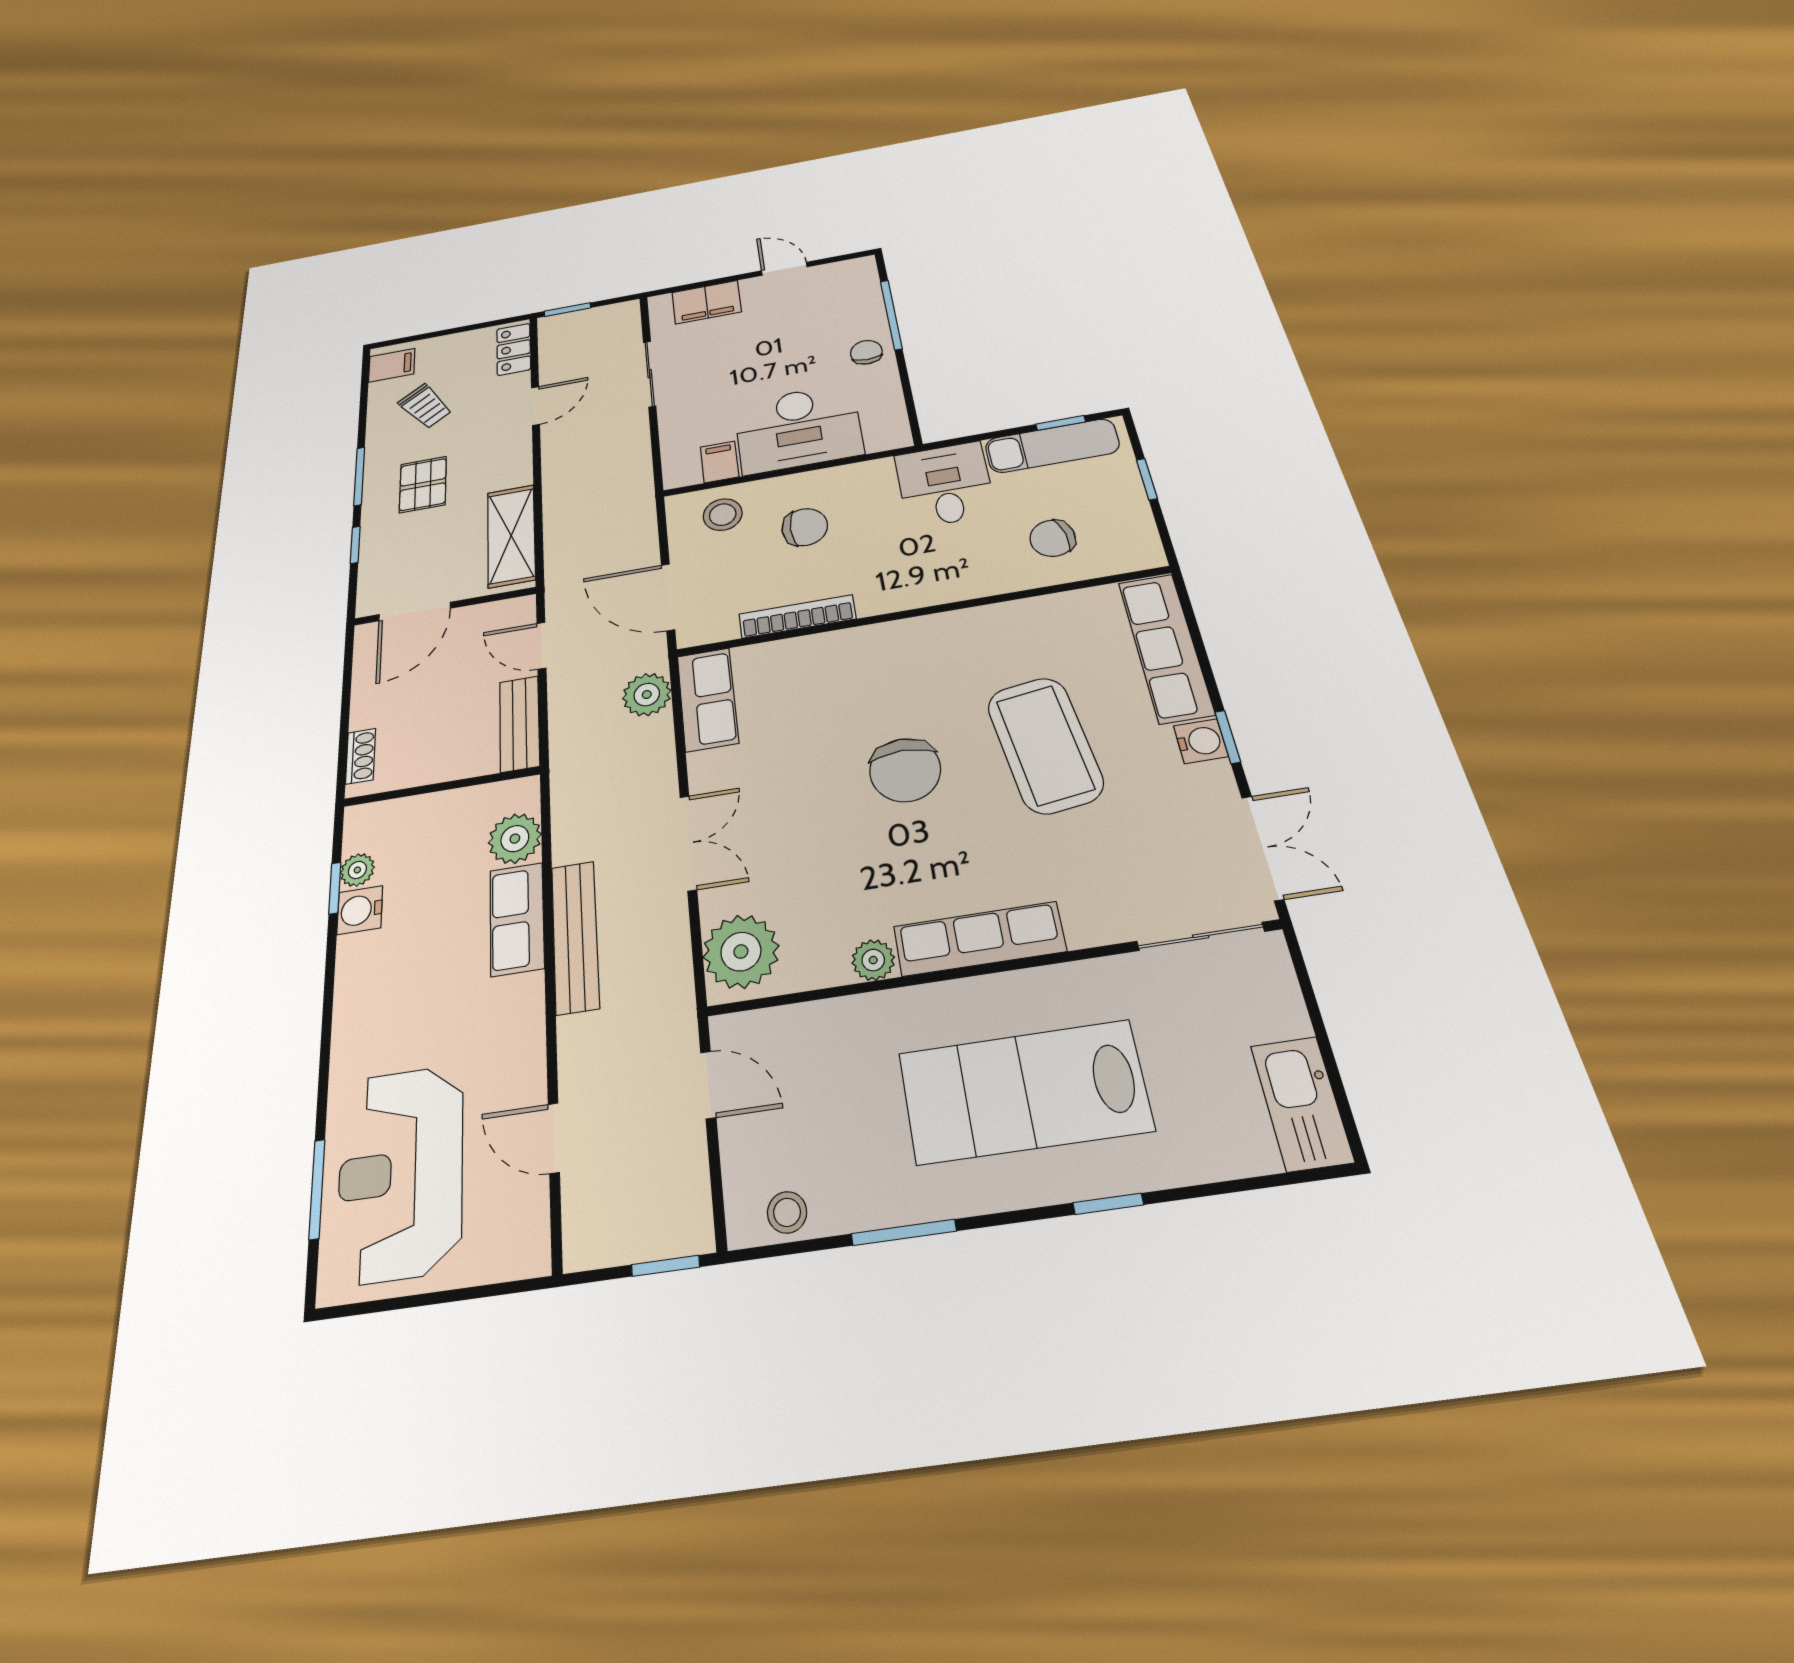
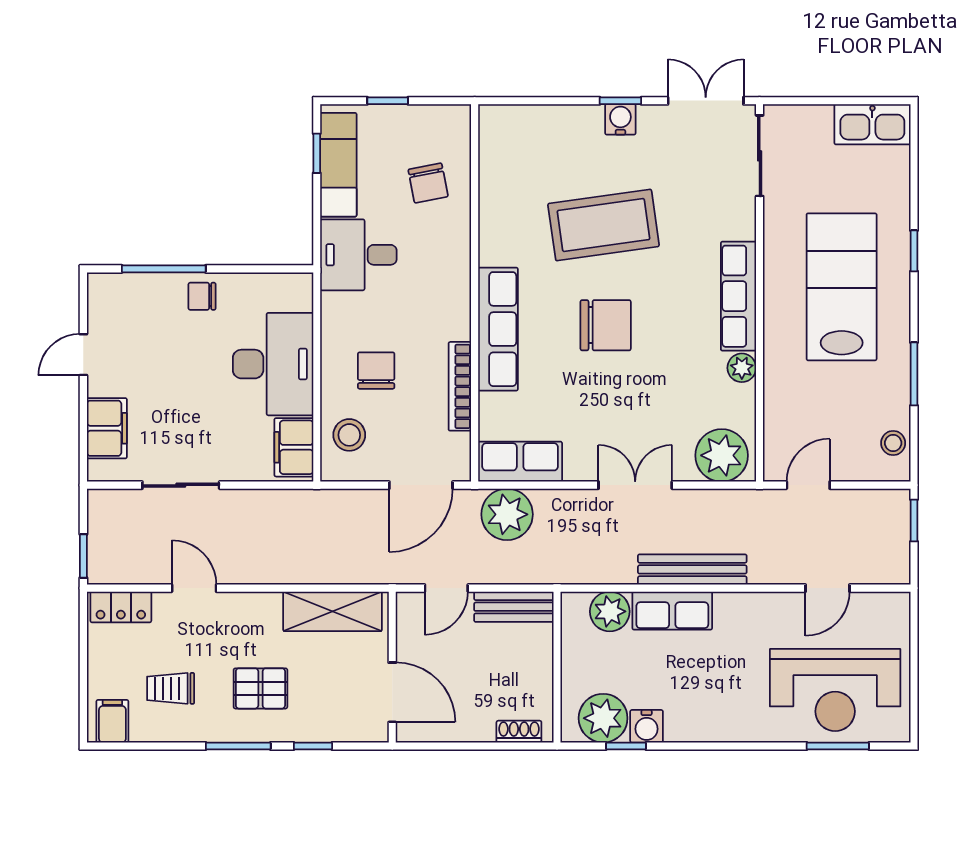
trolley: (425, 406) -> (171, 688), turned -145
filing cabinet: (720, 462) -> (294, 447), width x2.00
row of seats: (1166, 647) -> (498, 329), moved, turned -90
plant: (647, 695) -> (507, 514), width x1.36, depth x1.36
plant: (357, 870) -> (603, 718), width x1.88, depth x1.88
lab bench: (1024, 1092) -> (842, 287), turned 180

